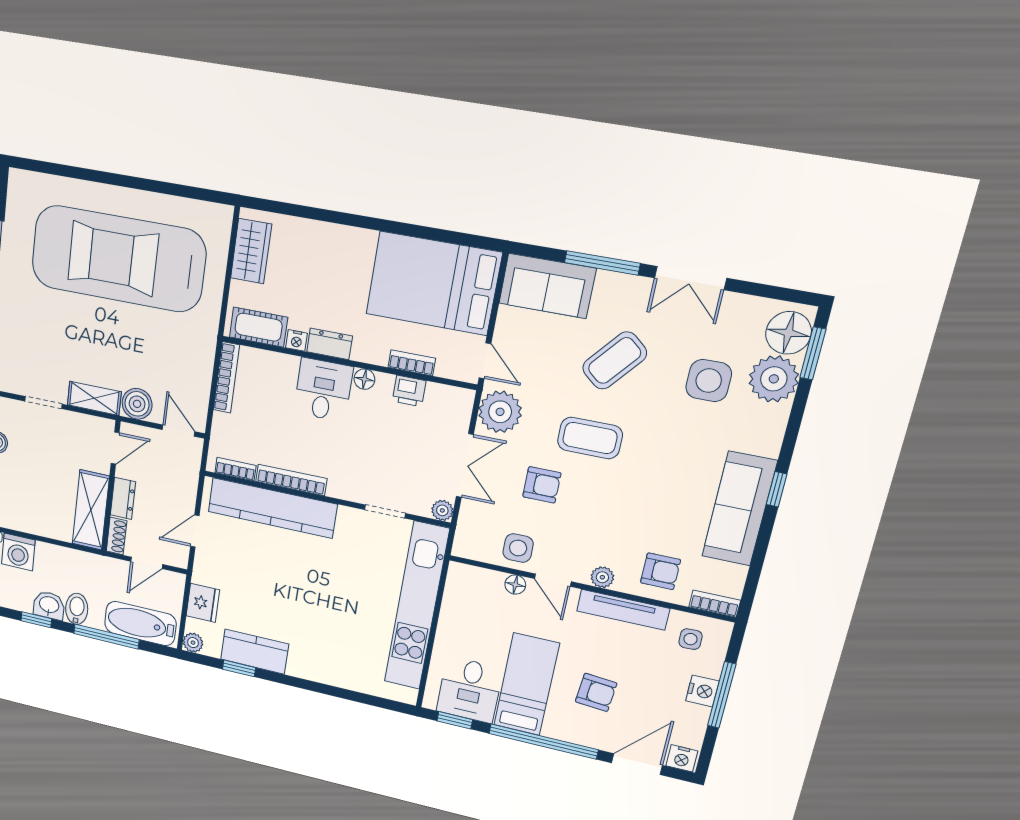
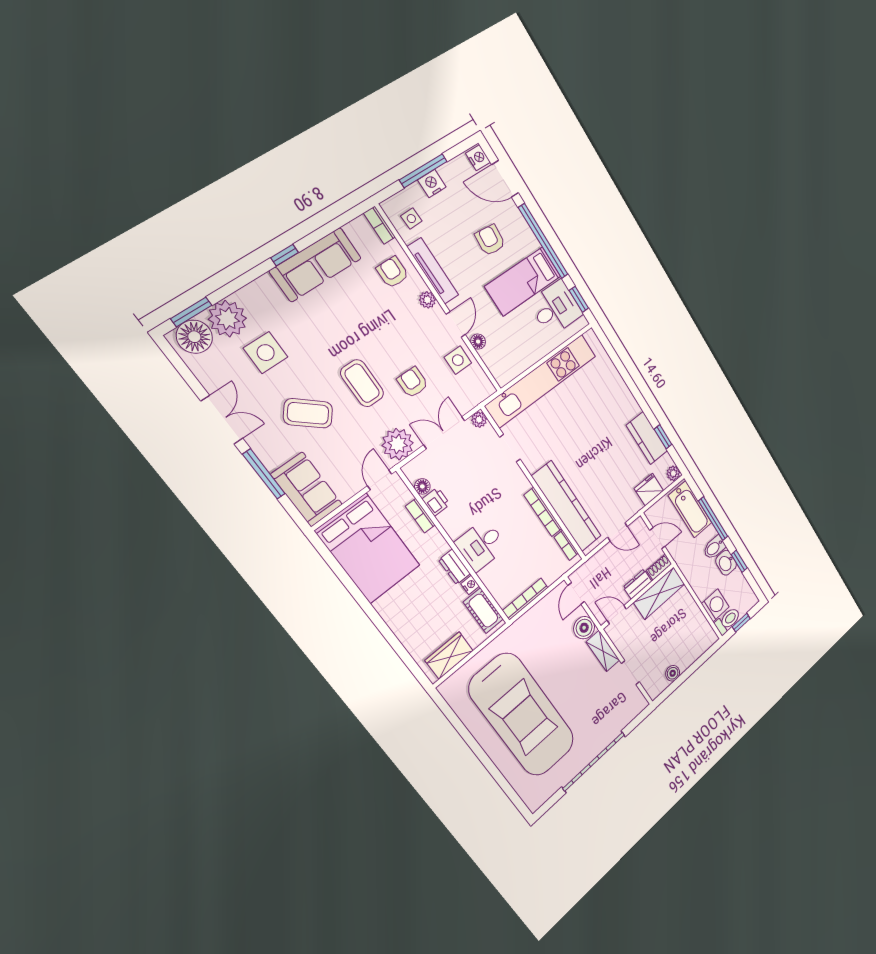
floor lamp: (364, 379) -> (422, 486), moved

